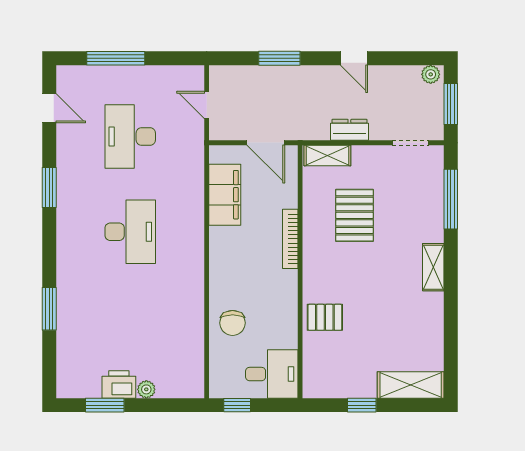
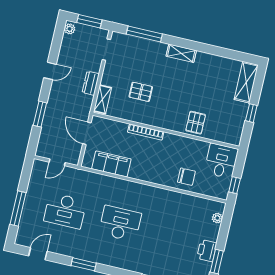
door: (266, 143) -> (87, 133), swing flipped
pallet: (354, 215) -> (141, 92), width x0.67, depth x0.71
plant: (146, 389) -> (217, 218), moved

